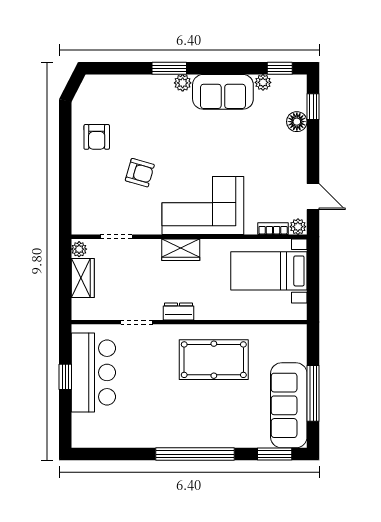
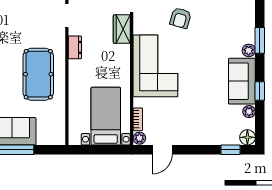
window: (280, 68) -> (260, 91), moved
floor lamp: (297, 122) -> (247, 137), moved
wardrobe: (181, 250) -> (122, 29), moved

